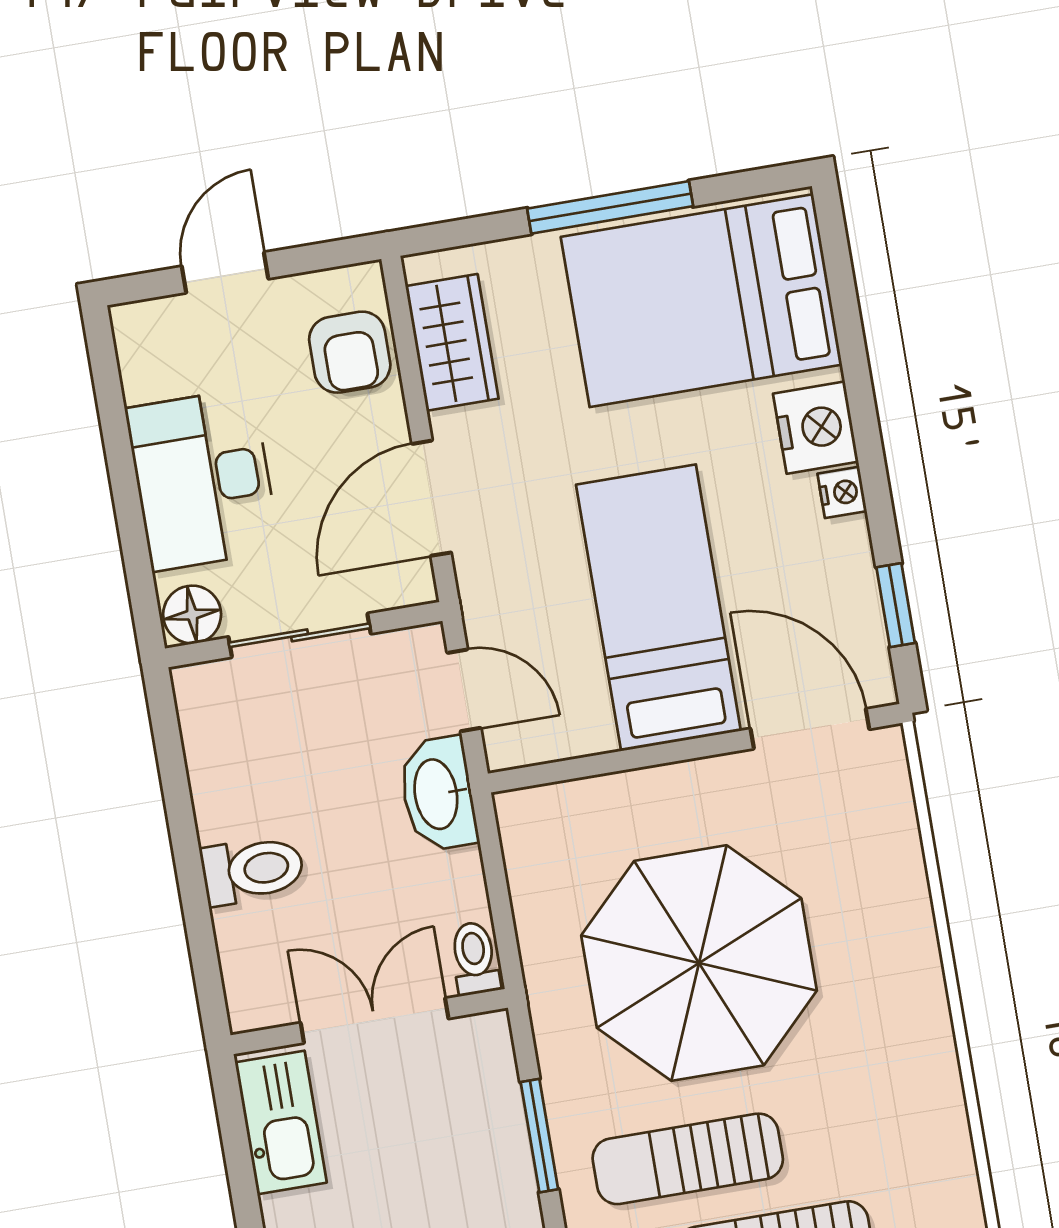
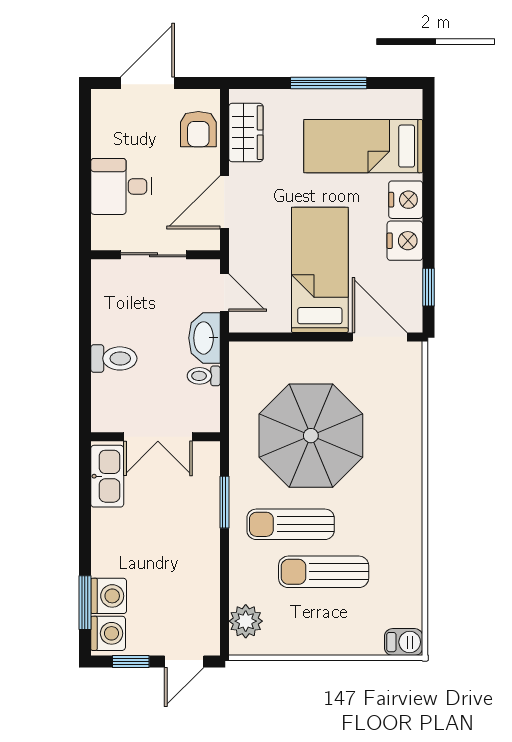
door: (225, 272) -> (147, 83), width x1.38
bed: (701, 301) -> (363, 146), width x0.67
desk: (203, 480) -> (121, 186), width x0.73
nightstand: (842, 492) -> (405, 241), width x1.89, depth x1.79
floor lamp: (192, 615) -> (106, 237), removed
toilet: (475, 958) -> (204, 376), moved, turned -90
double door: (375, 1021) -> (158, 437), swing flipped

